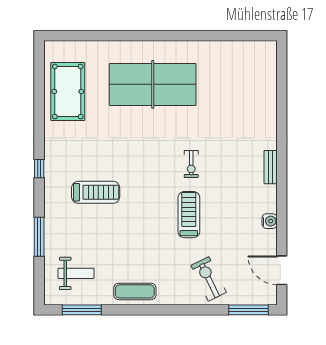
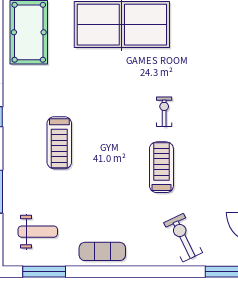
exercise bike: (191, 164) -> (164, 112), turned 180
treadmill: (96, 192) -> (59, 143), turned 90

